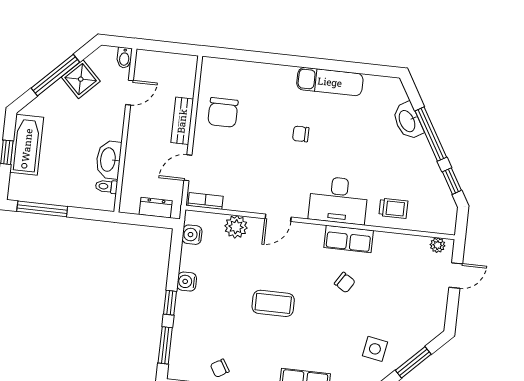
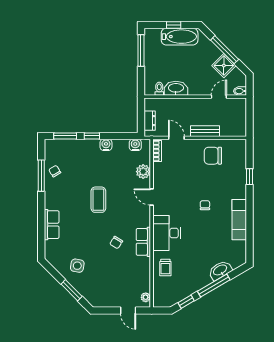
window: (263, 58) -> (250, 177), added
door: (130, 93) -> (219, 97), swing flipped

